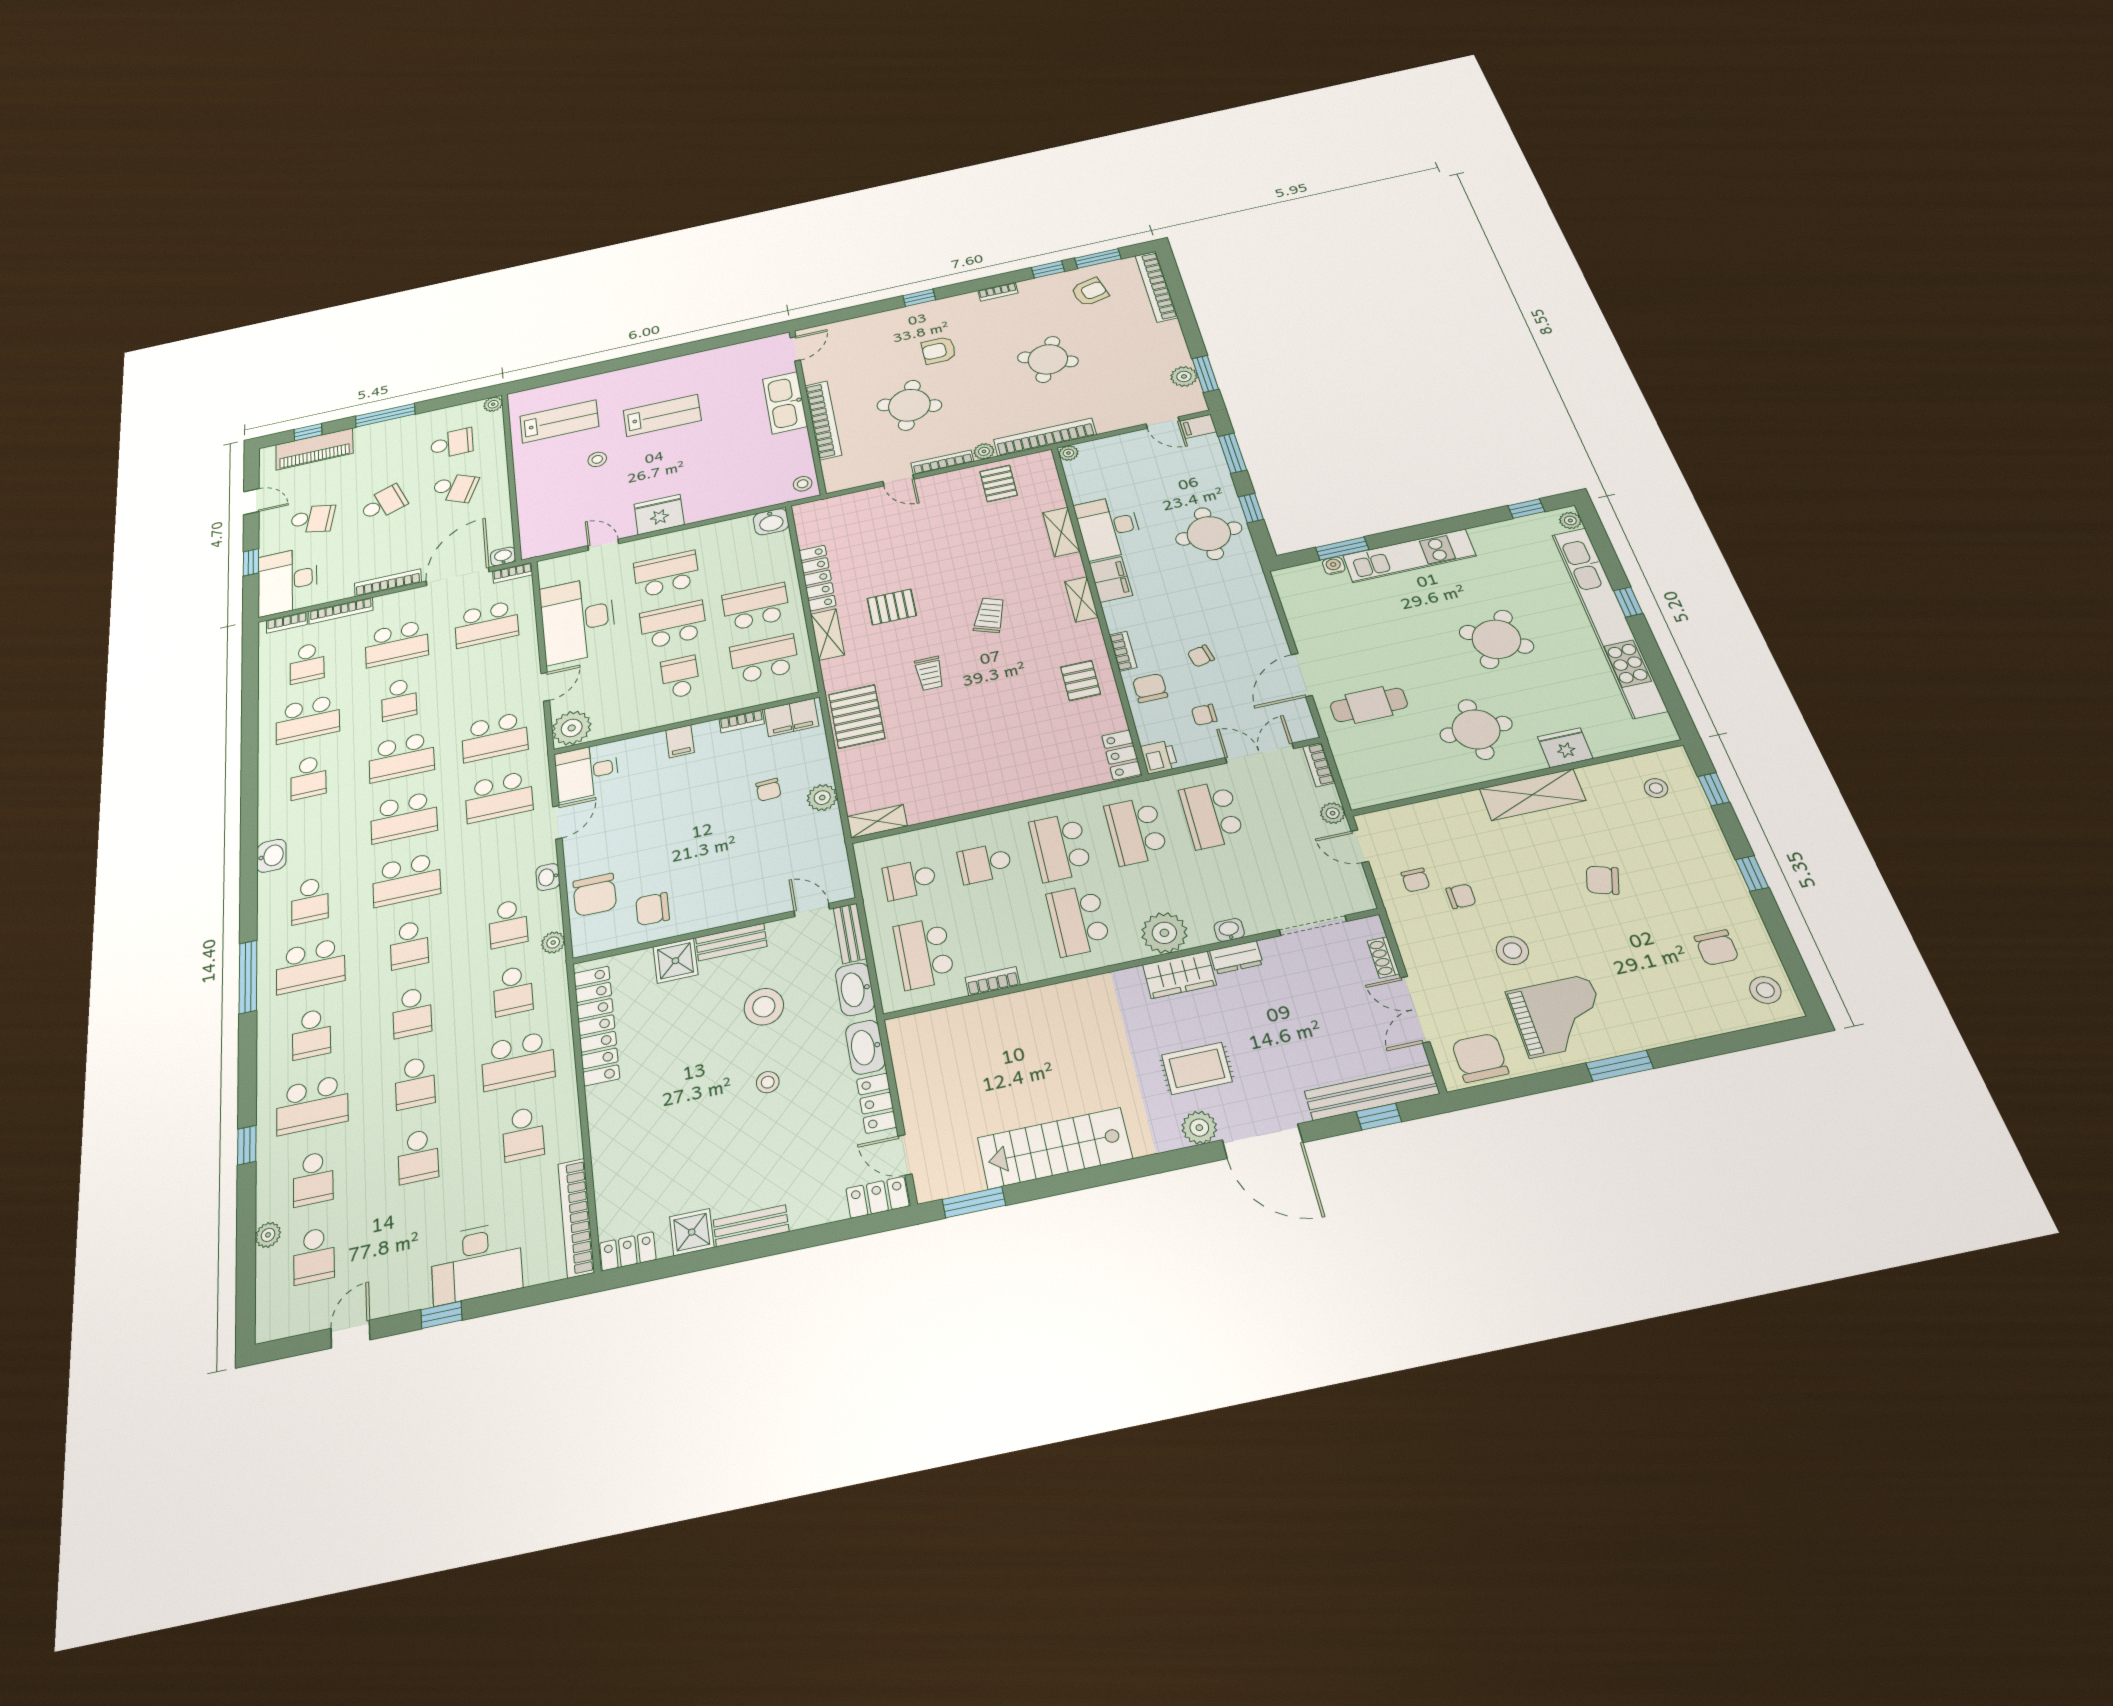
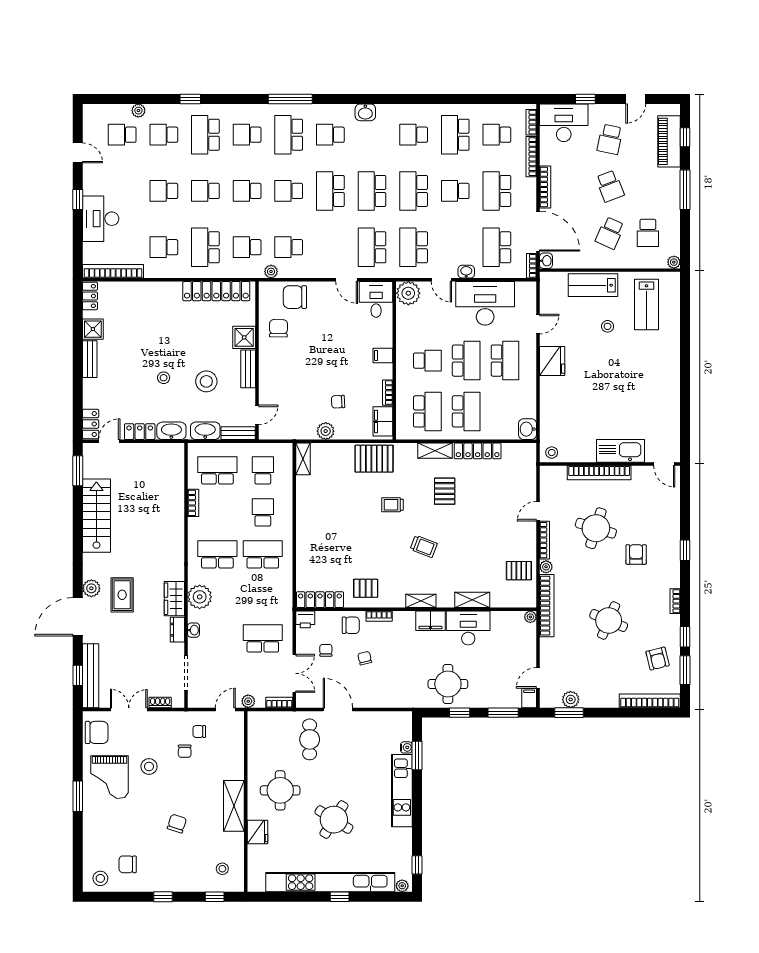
lab bench: (662, 415) -> (593, 285), moved, turned 90
locker: (1122, 755) -> (320, 600), width x1.53
school desk: (1136, 831) -> (263, 596), removed
washbasin: (548, 877) -> (466, 272), moved

